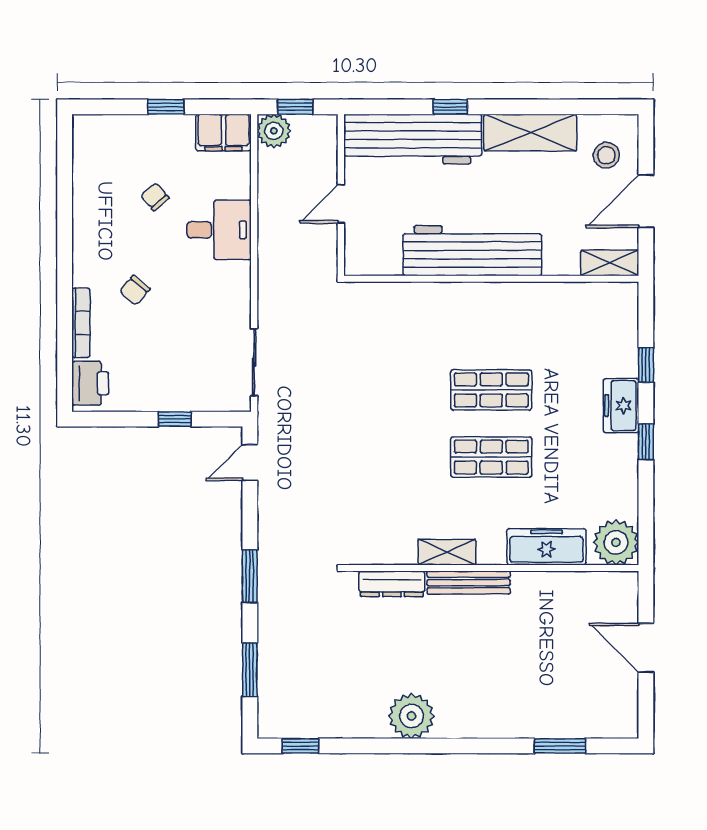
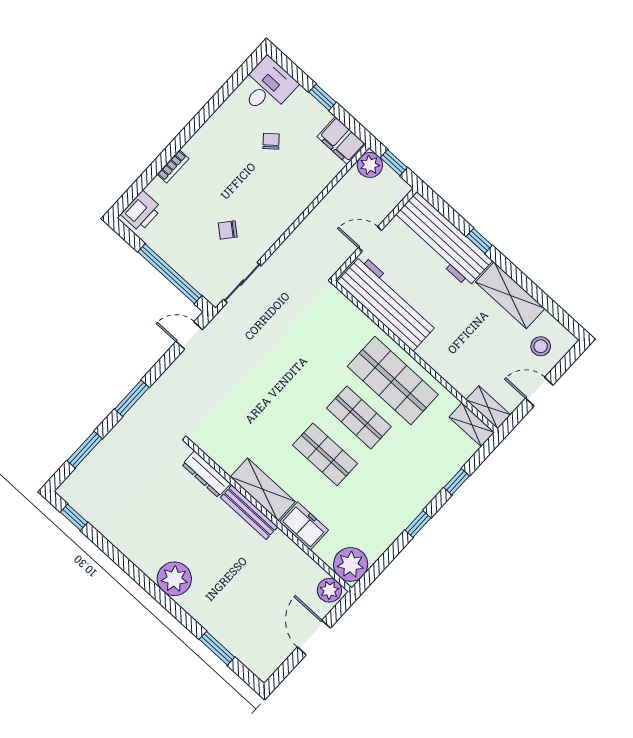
door: (646, 201) -> (539, 392), width x0.73
desk: (219, 230) -> (267, 87), moved, turned -90
workbench: (472, 251) -> (388, 303), moved
chair: (135, 290) -> (228, 230), moved
shelving: (609, 295) -> (472, 425), added
bookcase: (81, 323) -> (173, 166), width x0.64
shop shelf: (491, 323) -> (393, 380), added
freezer: (621, 406) -> (422, 492), removed
window: (175, 419) -> (170, 274), width x3.17
freezer: (547, 547) -> (304, 526), width x0.71
shelving: (447, 552) -> (263, 489), width x1.50, depth x1.33
plant: (618, 587) -> (329, 590), added
plant: (411, 716) -> (174, 579), moved

